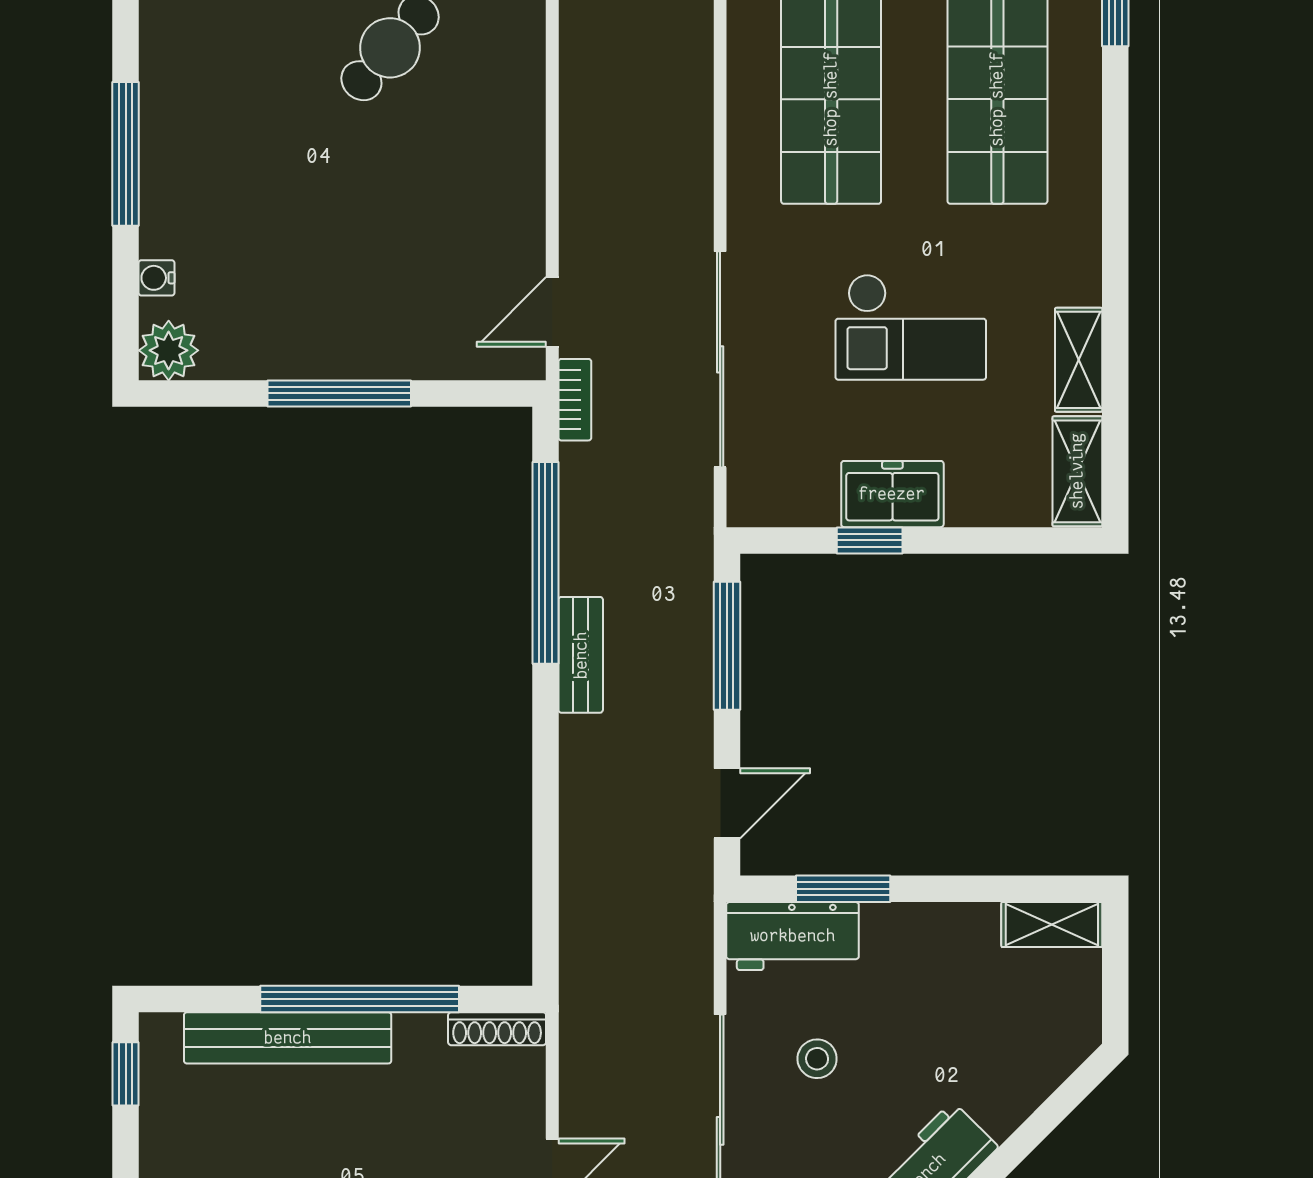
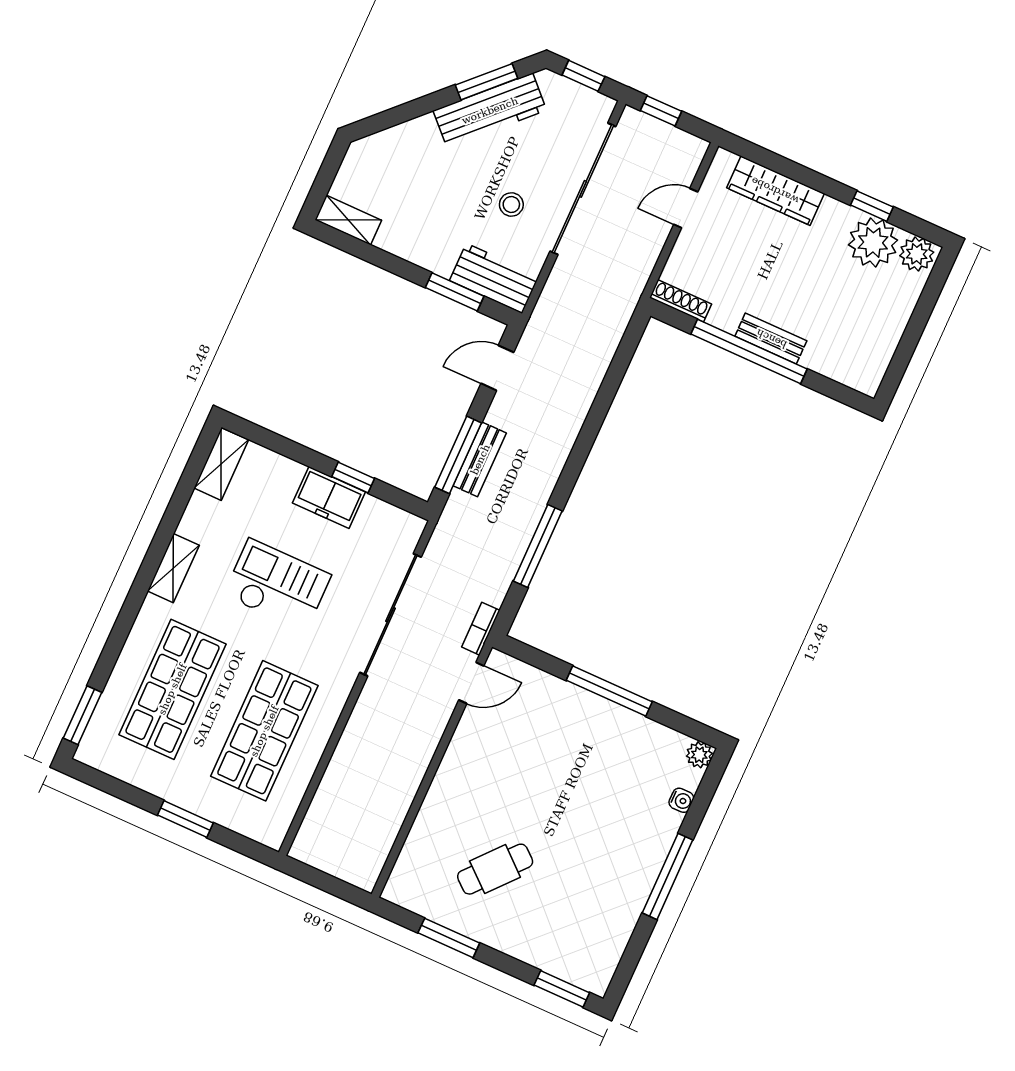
plant: (169, 350) -> (699, 755), width x0.73, depth x0.73
shelving: (1079, 360) -> (173, 568), moved
window: (545, 563) -> (538, 546), width x0.68
bench: (581, 655) -> (480, 459), moved
bench: (288, 1038) -> (771, 339), width x0.54, depth x0.82
window: (126, 1074) -> (897, 369), removed

